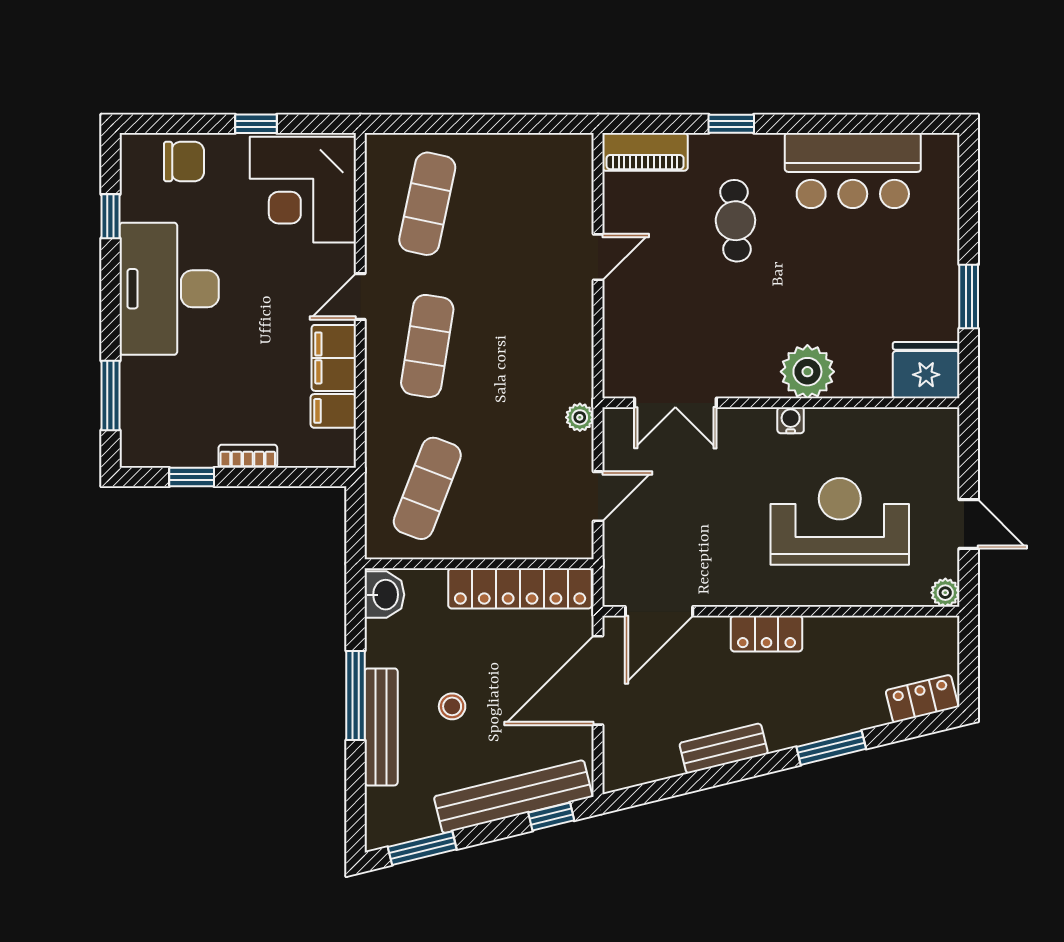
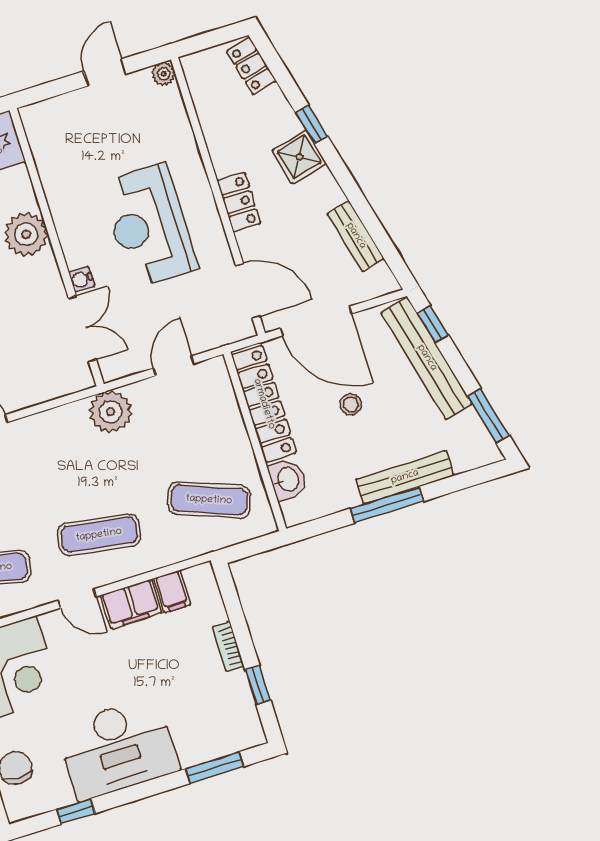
plant: (580, 417) -> (111, 412), width x1.88, depth x1.88
water cooler: (791, 420) -> (82, 279), moved
door: (598, 496) -> (174, 366), hinge flipped
reception desk: (840, 521) -> (149, 226), moved
washbasin: (384, 595) -> (287, 480), moved, turned 90
stool: (452, 706) -> (351, 404), moved
shower: (797, 722) -> (299, 157), added
bench: (724, 748) -> (356, 236), moved
window: (831, 748) -> (311, 124), width x0.67

